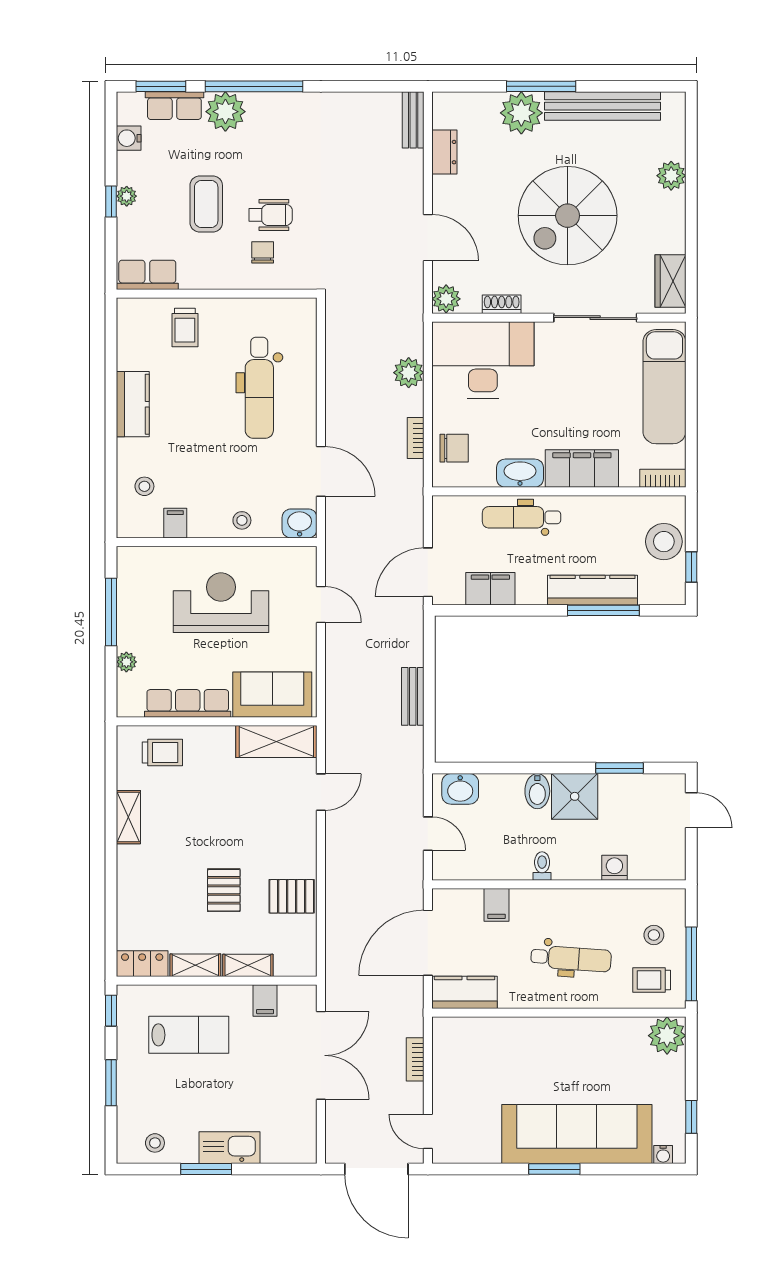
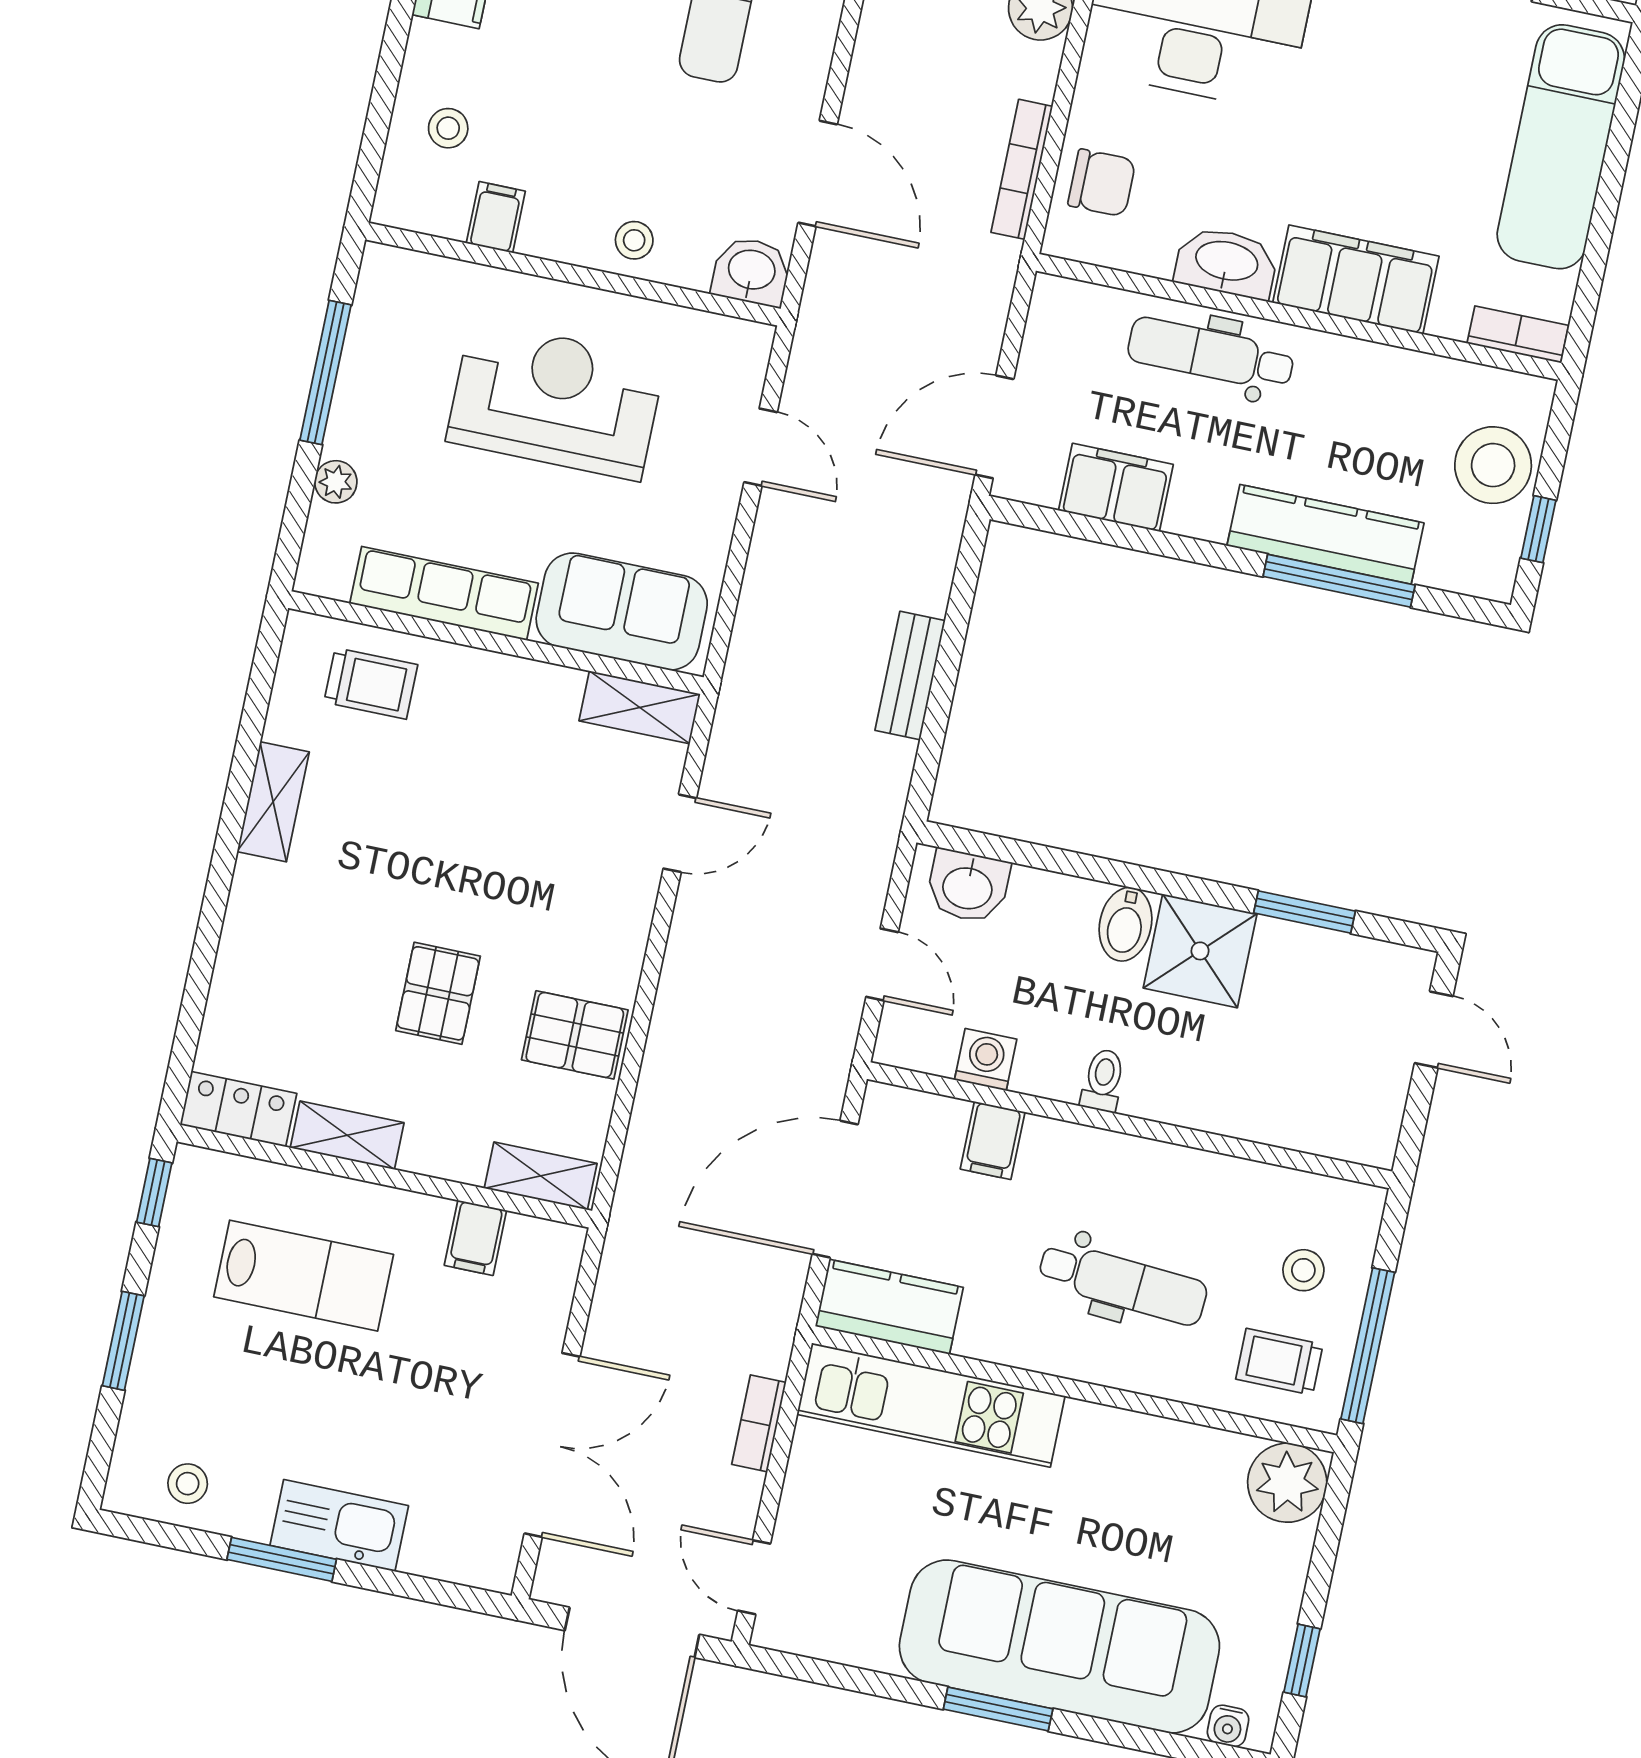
bookcase: (416, 438) -> (1022, 169), width x1.56
shelving: (276, 742) -> (640, 707), width x0.67, depth x0.75
washing machine: (614, 868) -> (986, 1060), moved
shelving: (248, 965) -> (541, 1176), moved
kitchen unit: (494, 1034) -> (931, 1405), added
double door: (321, 1055) -> (552, 1445), moved

